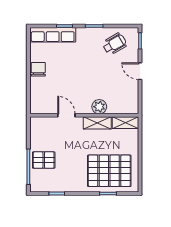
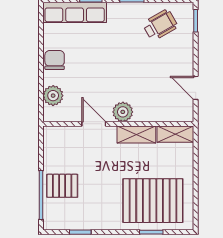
door: (140, 71) -> (196, 88), moved
plant: (37, 95) -> (53, 96), added
plant: (99, 107) -> (123, 112), moved

